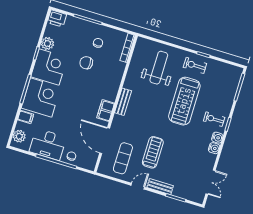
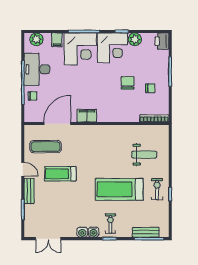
weight bench: (159, 68) -> (144, 155), width x0.73, depth x0.75
bench: (123, 102) -> (146, 232), moved
treadmill: (153, 152) -> (60, 174), turned 180

